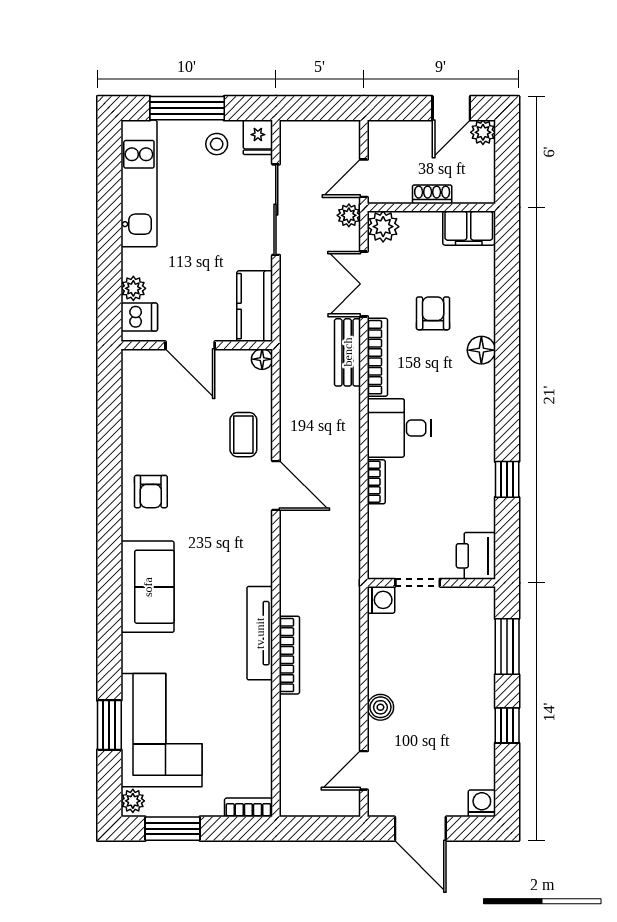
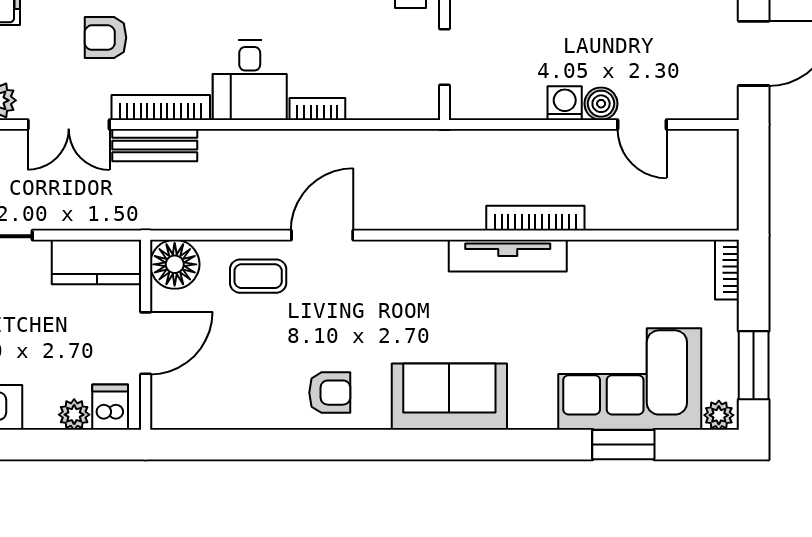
floor lamp: (262, 359) -> (175, 264), width x1.89, depth x1.89
washing machine: (381, 600) -> (565, 103), moved
door: (364, 770) -> (642, 124), moved

